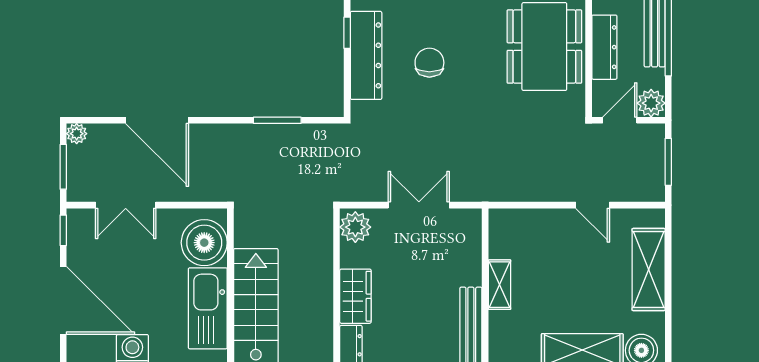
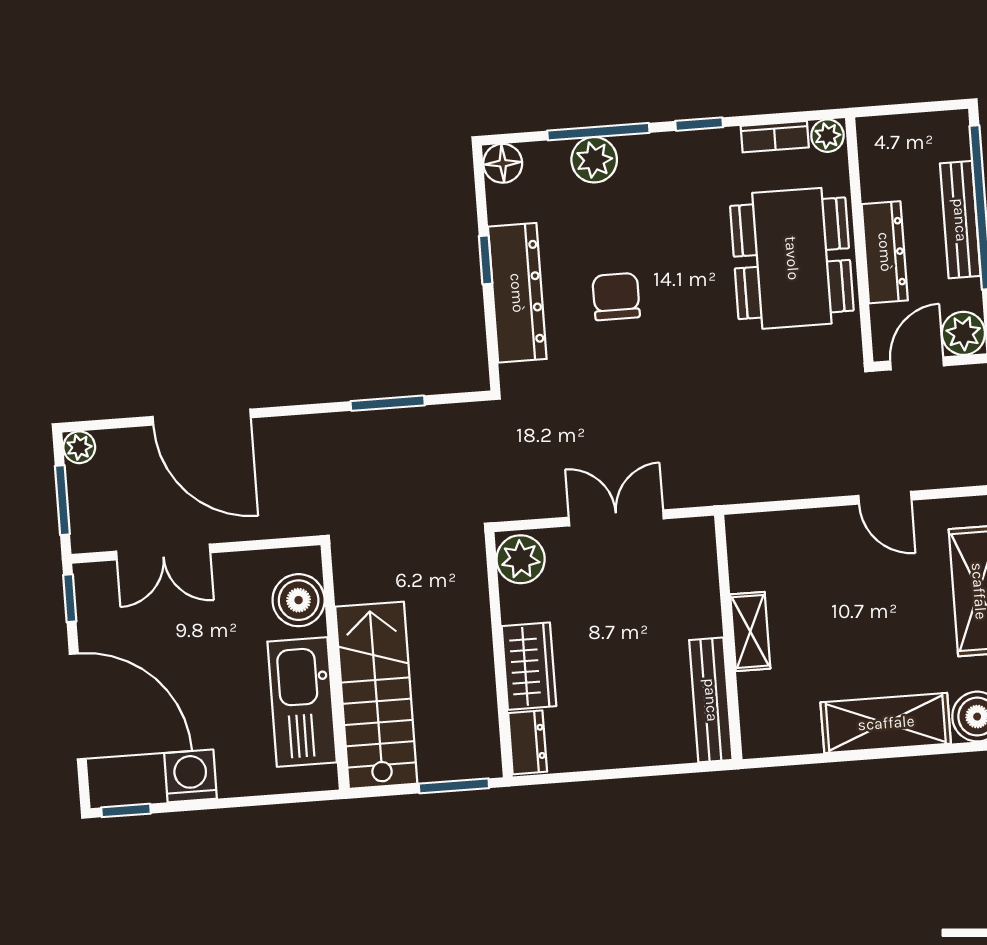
boiler: (204, 243) -> (299, 600), width x0.73, depth x0.73

